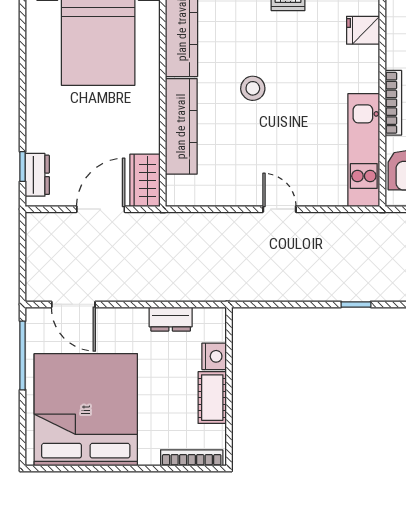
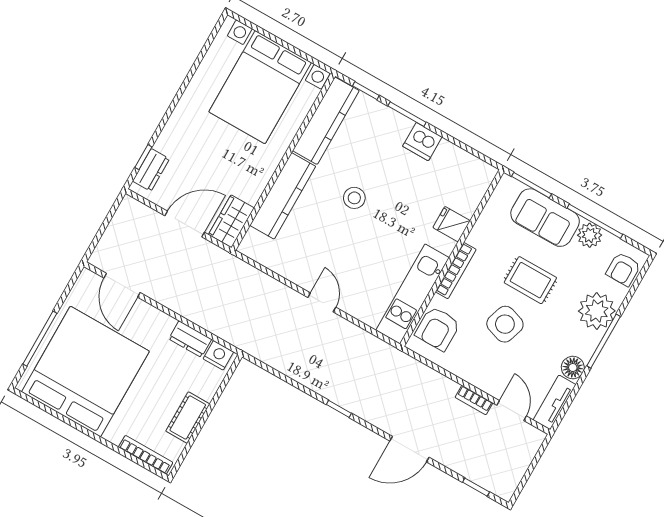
fridge: (363, 30) -> (452, 224), moved
window: (23, 355) -> (40, 339), moved
nightstand: (214, 356) -> (218, 355), moved, turned -90

